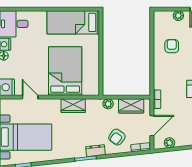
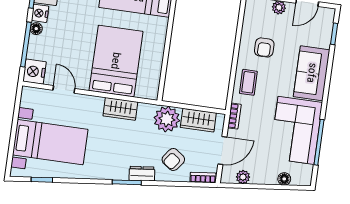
armchair: (172, 46) -> (264, 47), turned 180
coffee table: (164, 73) -> (248, 82), added
plant: (108, 104) -> (167, 119), width x1.88, depth x1.88

